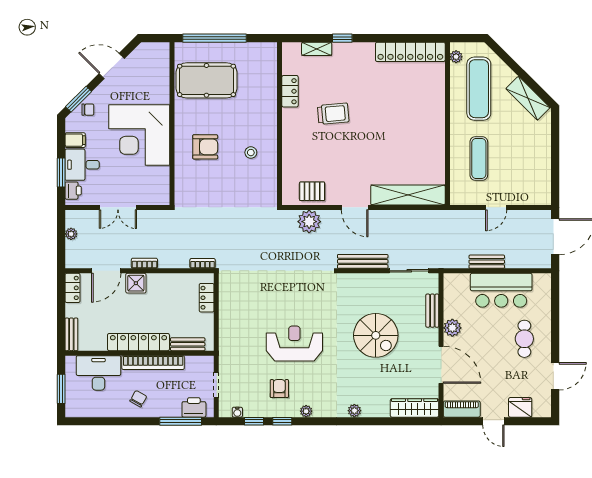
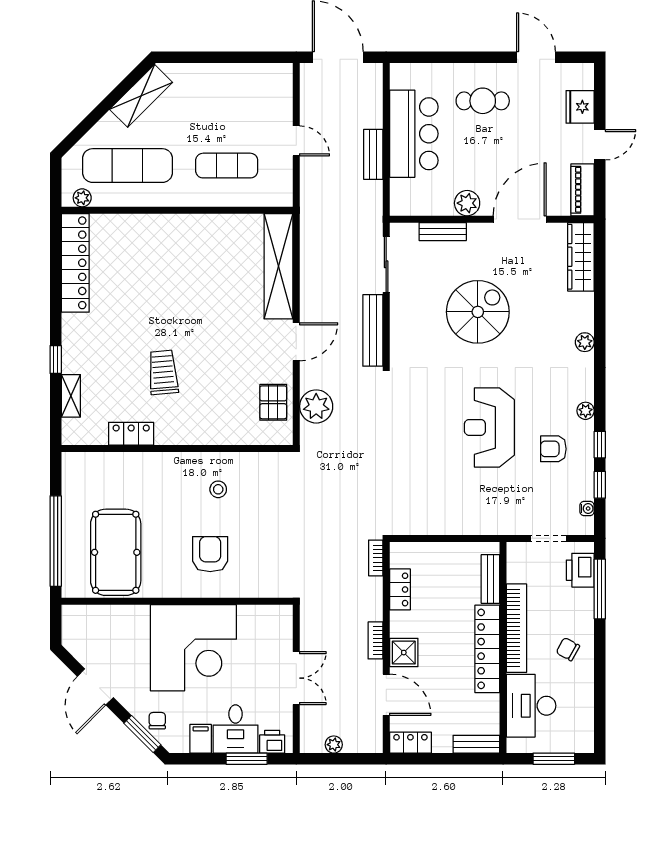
locker: (207, 298) -> (400, 589), moved, turned -90

